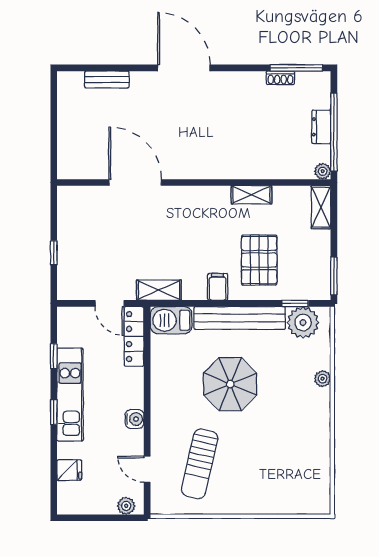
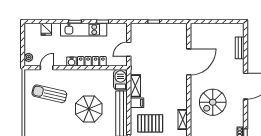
spiral stairs: (217, 134) -> (213, 102), added
shelving: (159, 290) -> (135, 86), moved
locker: (134, 336) -> (92, 61), moved

